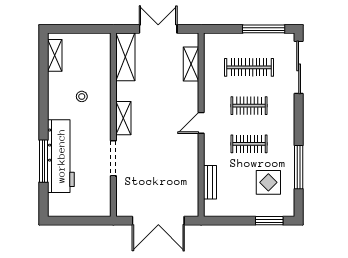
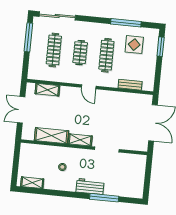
shelving: (125, 57) -> (51, 136), moved
clothes rail: (249, 144) -> (106, 55), width x1.36
workbench: (61, 156) -> (90, 186), width x0.53, depth x0.76

